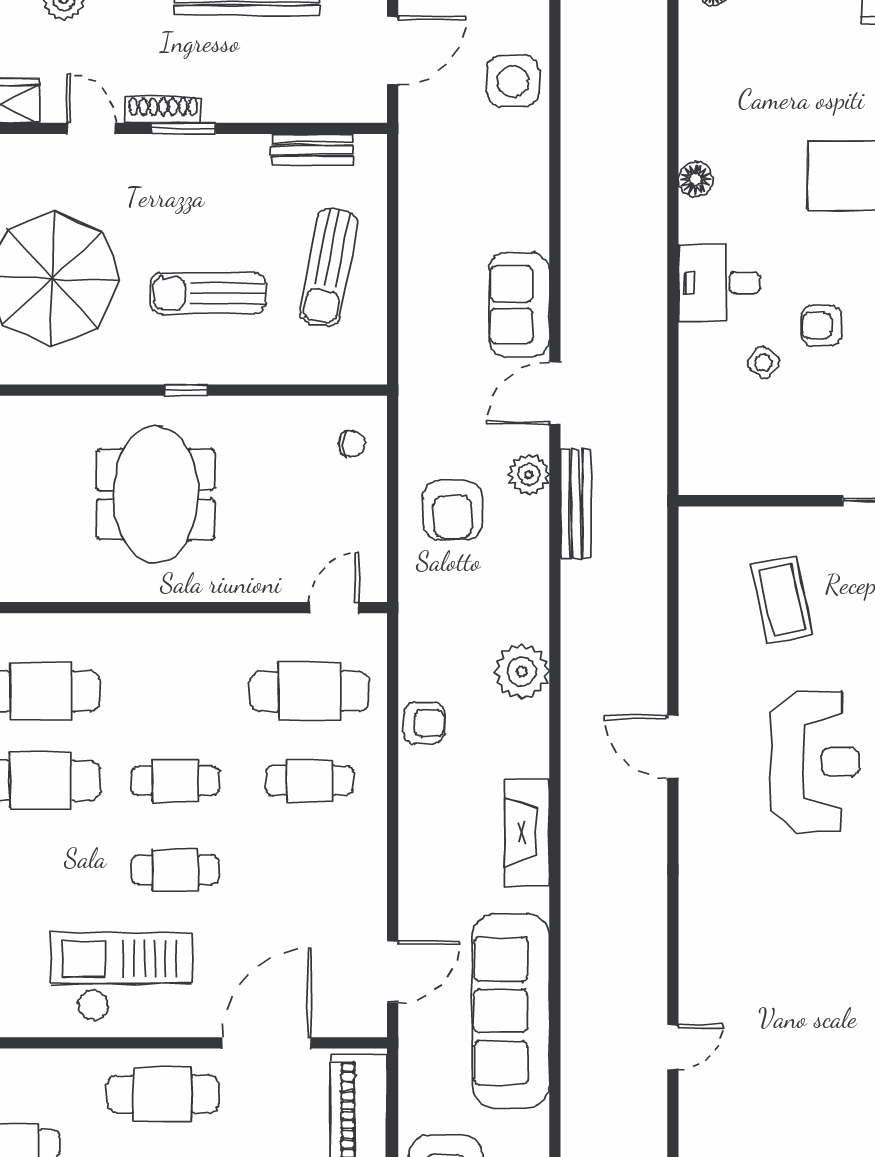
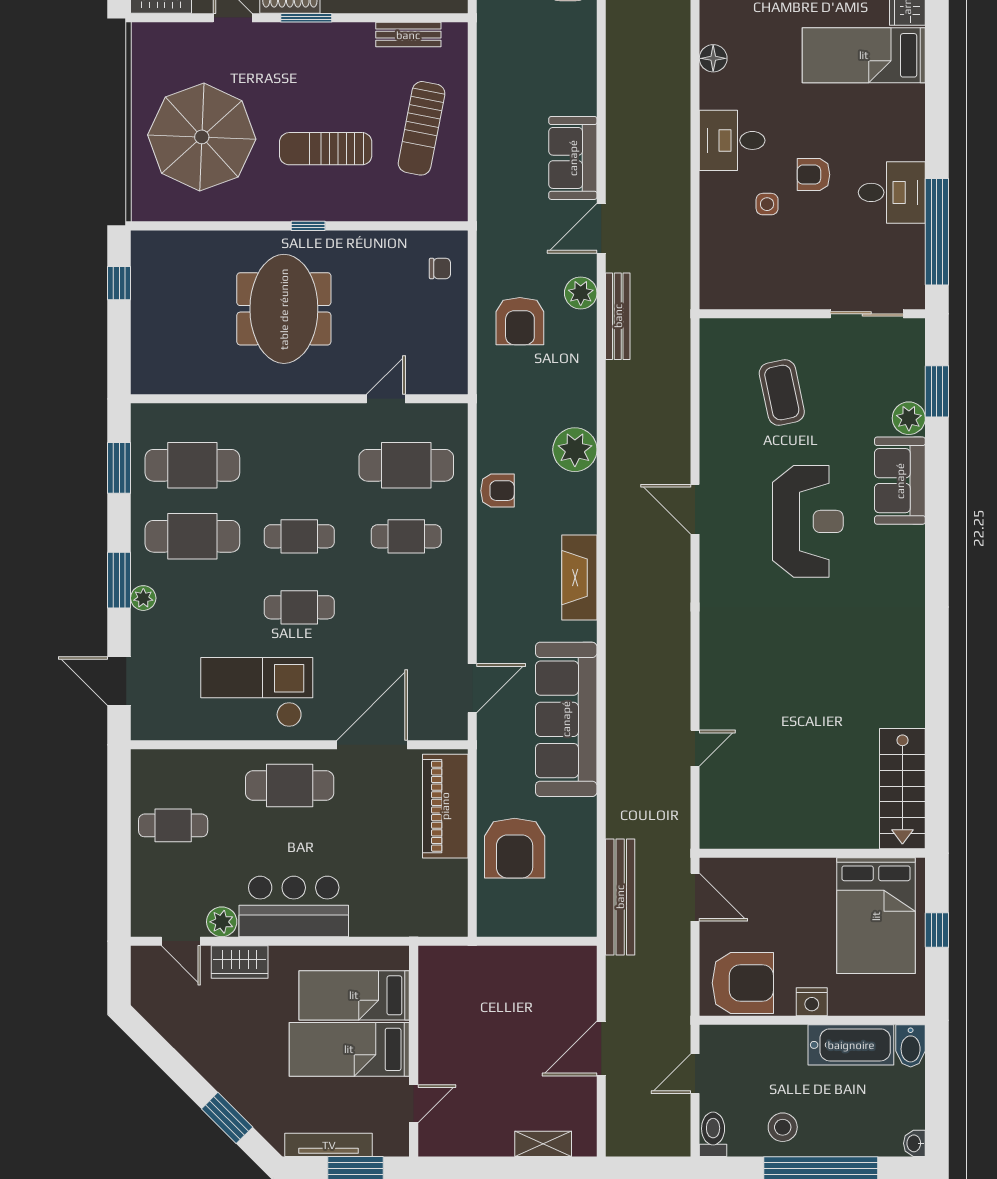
side table: (763, 363) -> (767, 204), turned -38
door: (334, 608) -> (386, 399), moved

